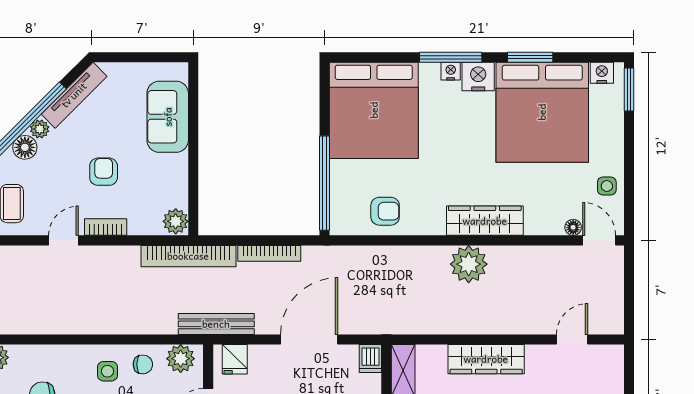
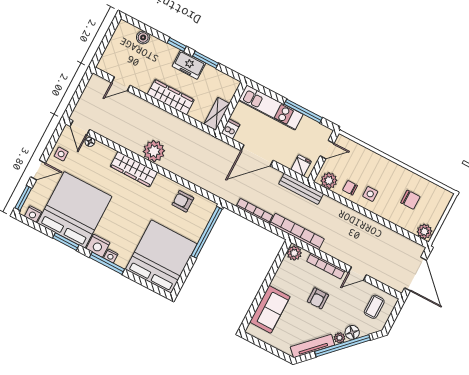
door: (629, 143) -> (38, 170), added
bookcase: (106, 227) -> (326, 266), width x1.56

